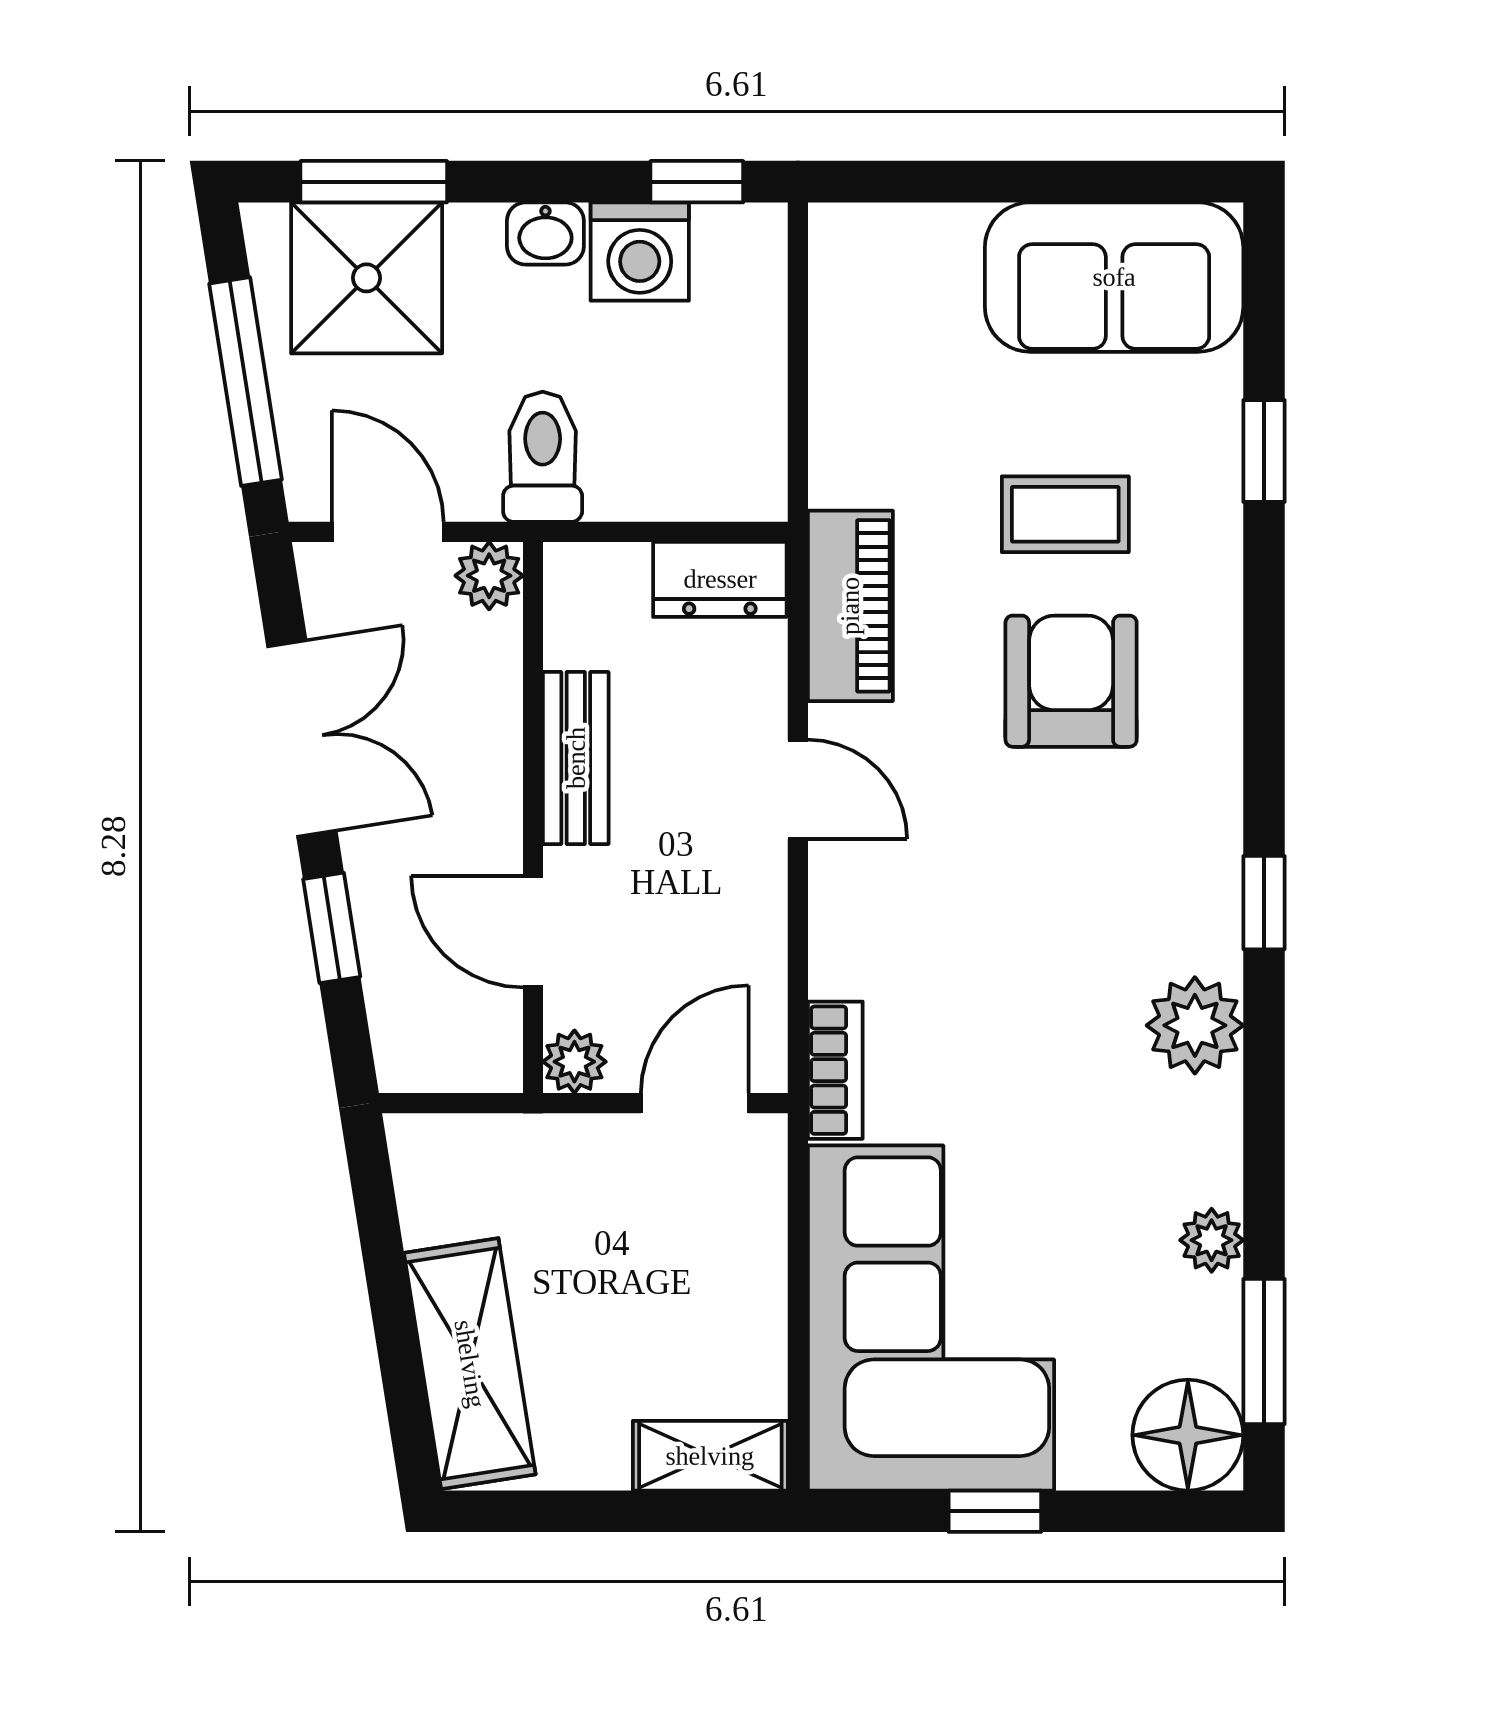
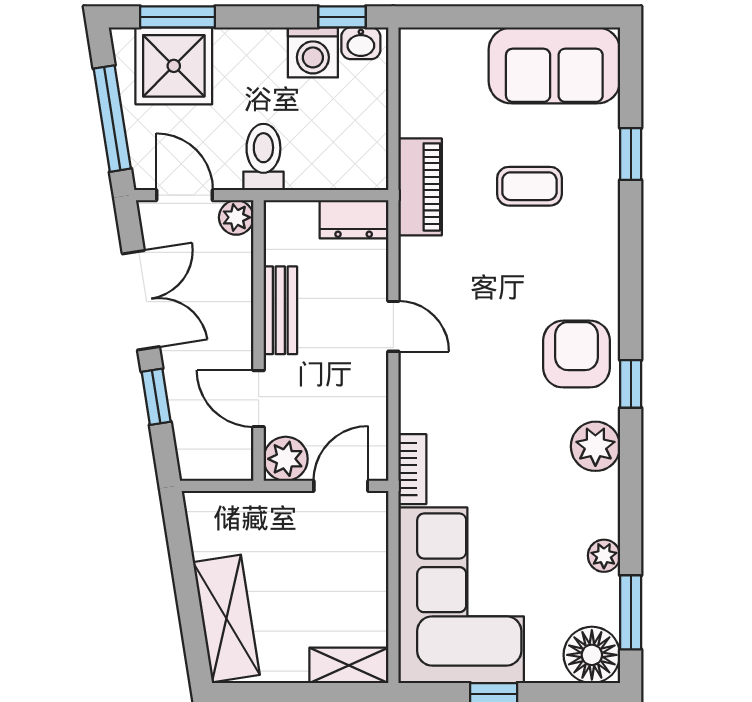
washbasin: (545, 234) -> (361, 43), moved
piano: (850, 606) -> (420, 187), moved
armchair: (1071, 681) -> (577, 354), moved
plant: (574, 1062) -> (286, 459), width x1.38, depth x1.38

